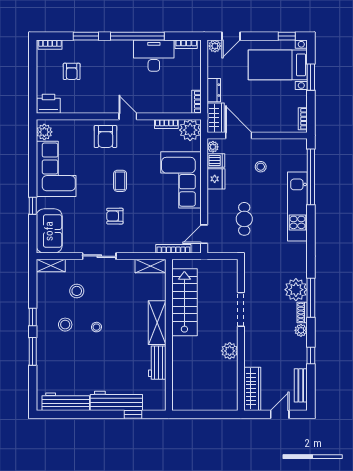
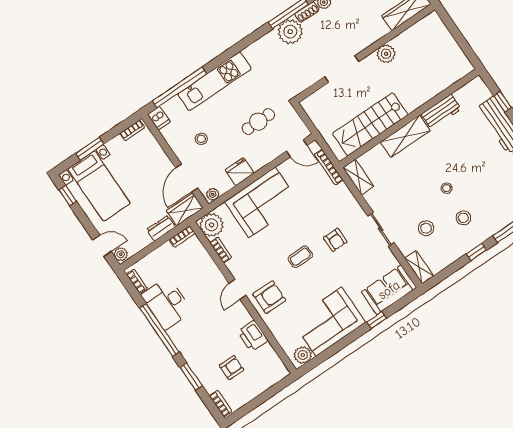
printer: (49, 104) -> (253, 336), moved
dishwasher: (216, 160) -> (159, 118), moved, turned 180

